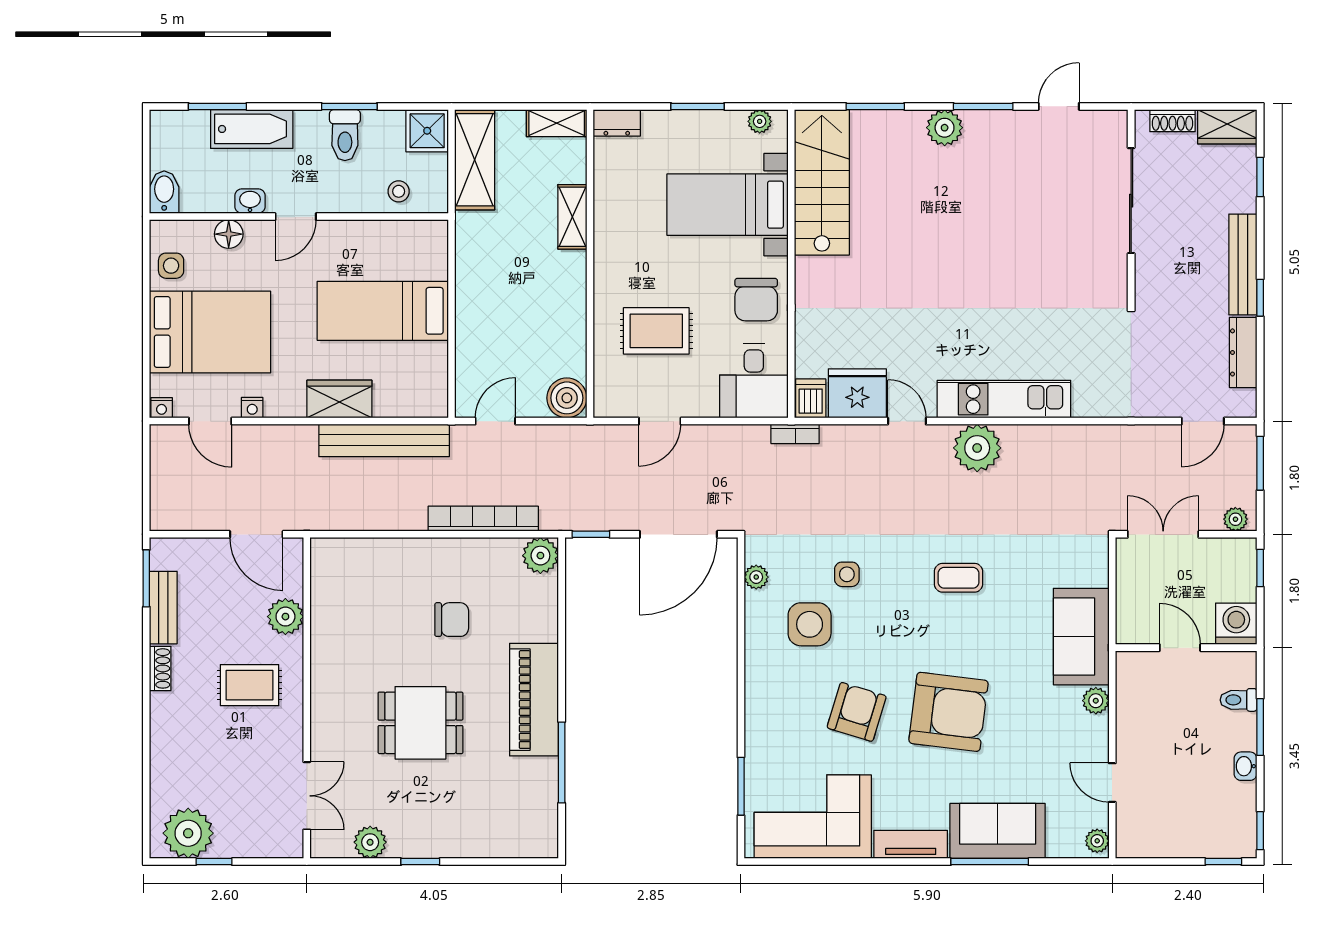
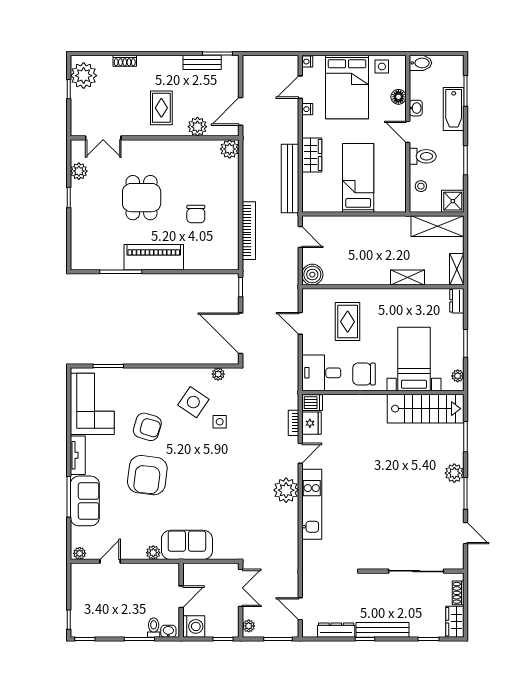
toilet: (345, 135) -> (423, 156), moved, turned 180
fridge: (857, 393) -> (311, 423), width x0.73, depth x0.75
bookcase: (795, 434) -> (293, 423), moved
plant: (540, 556) -> (230, 149), moved
coffee table: (959, 578) -> (218, 480), removed
side table: (810, 624) -> (193, 402), turned 34
shoe rack: (160, 668) -> (125, 61), moved
washbasin: (1245, 766) -> (168, 631), moved

